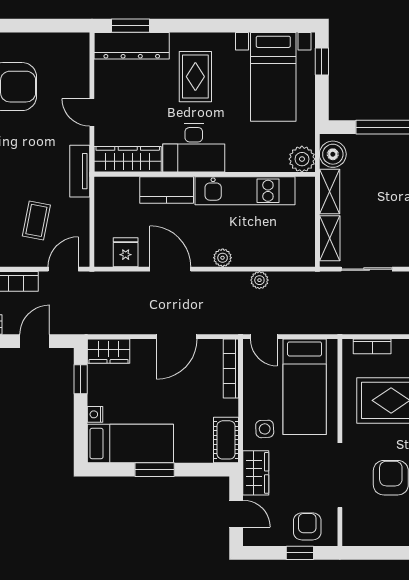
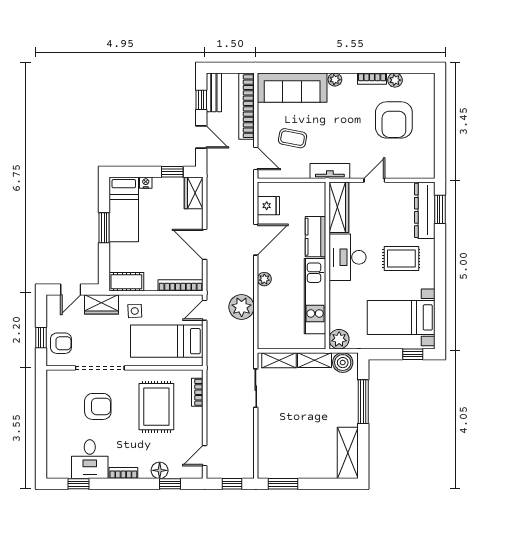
plant: (259, 280) -> (242, 307), width x1.88, depth x1.88

